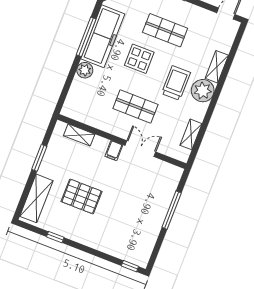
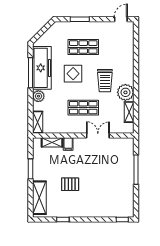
shelving: (217, 67) -> (38, 122), moved
trolley: (176, 83) -> (105, 81), turned 180
plant: (203, 91) -> (125, 92), moved
filing cabinet: (114, 151) -> (68, 144), moved
pallet: (82, 196) -> (70, 184), width x0.67, depth x0.71

